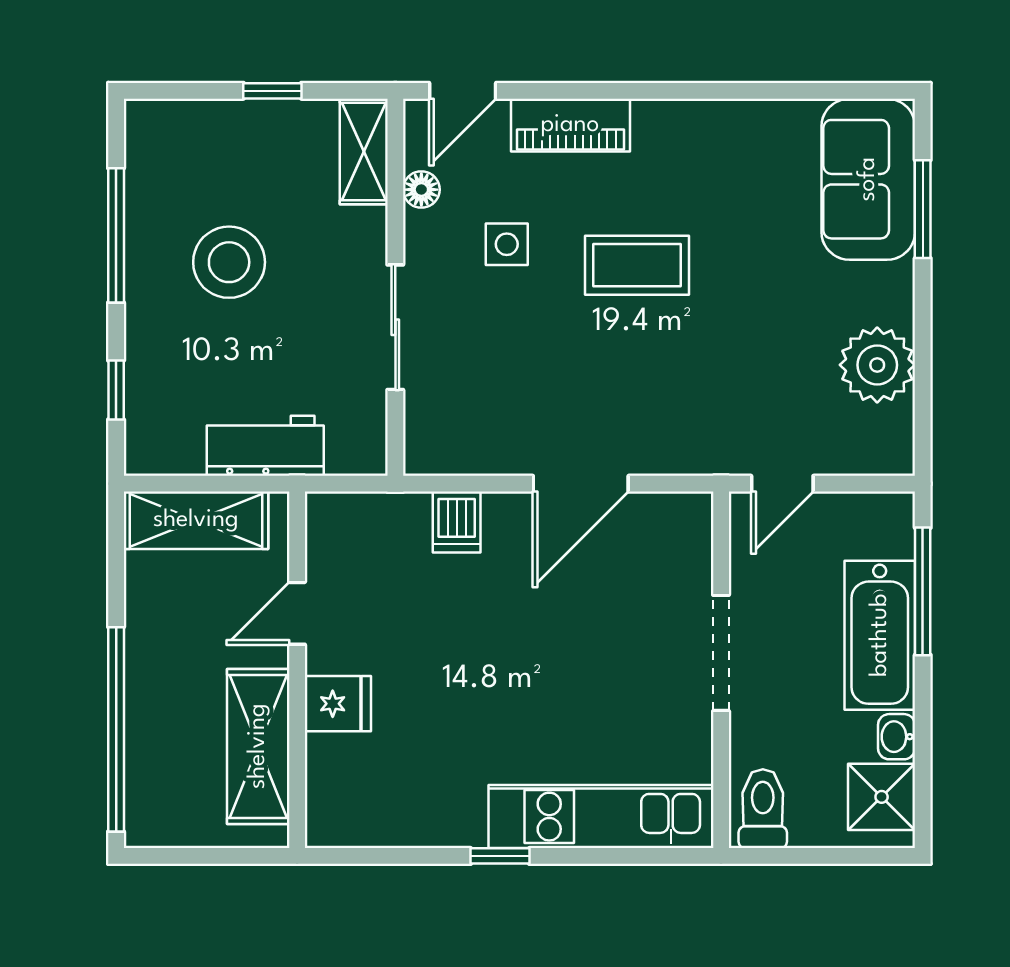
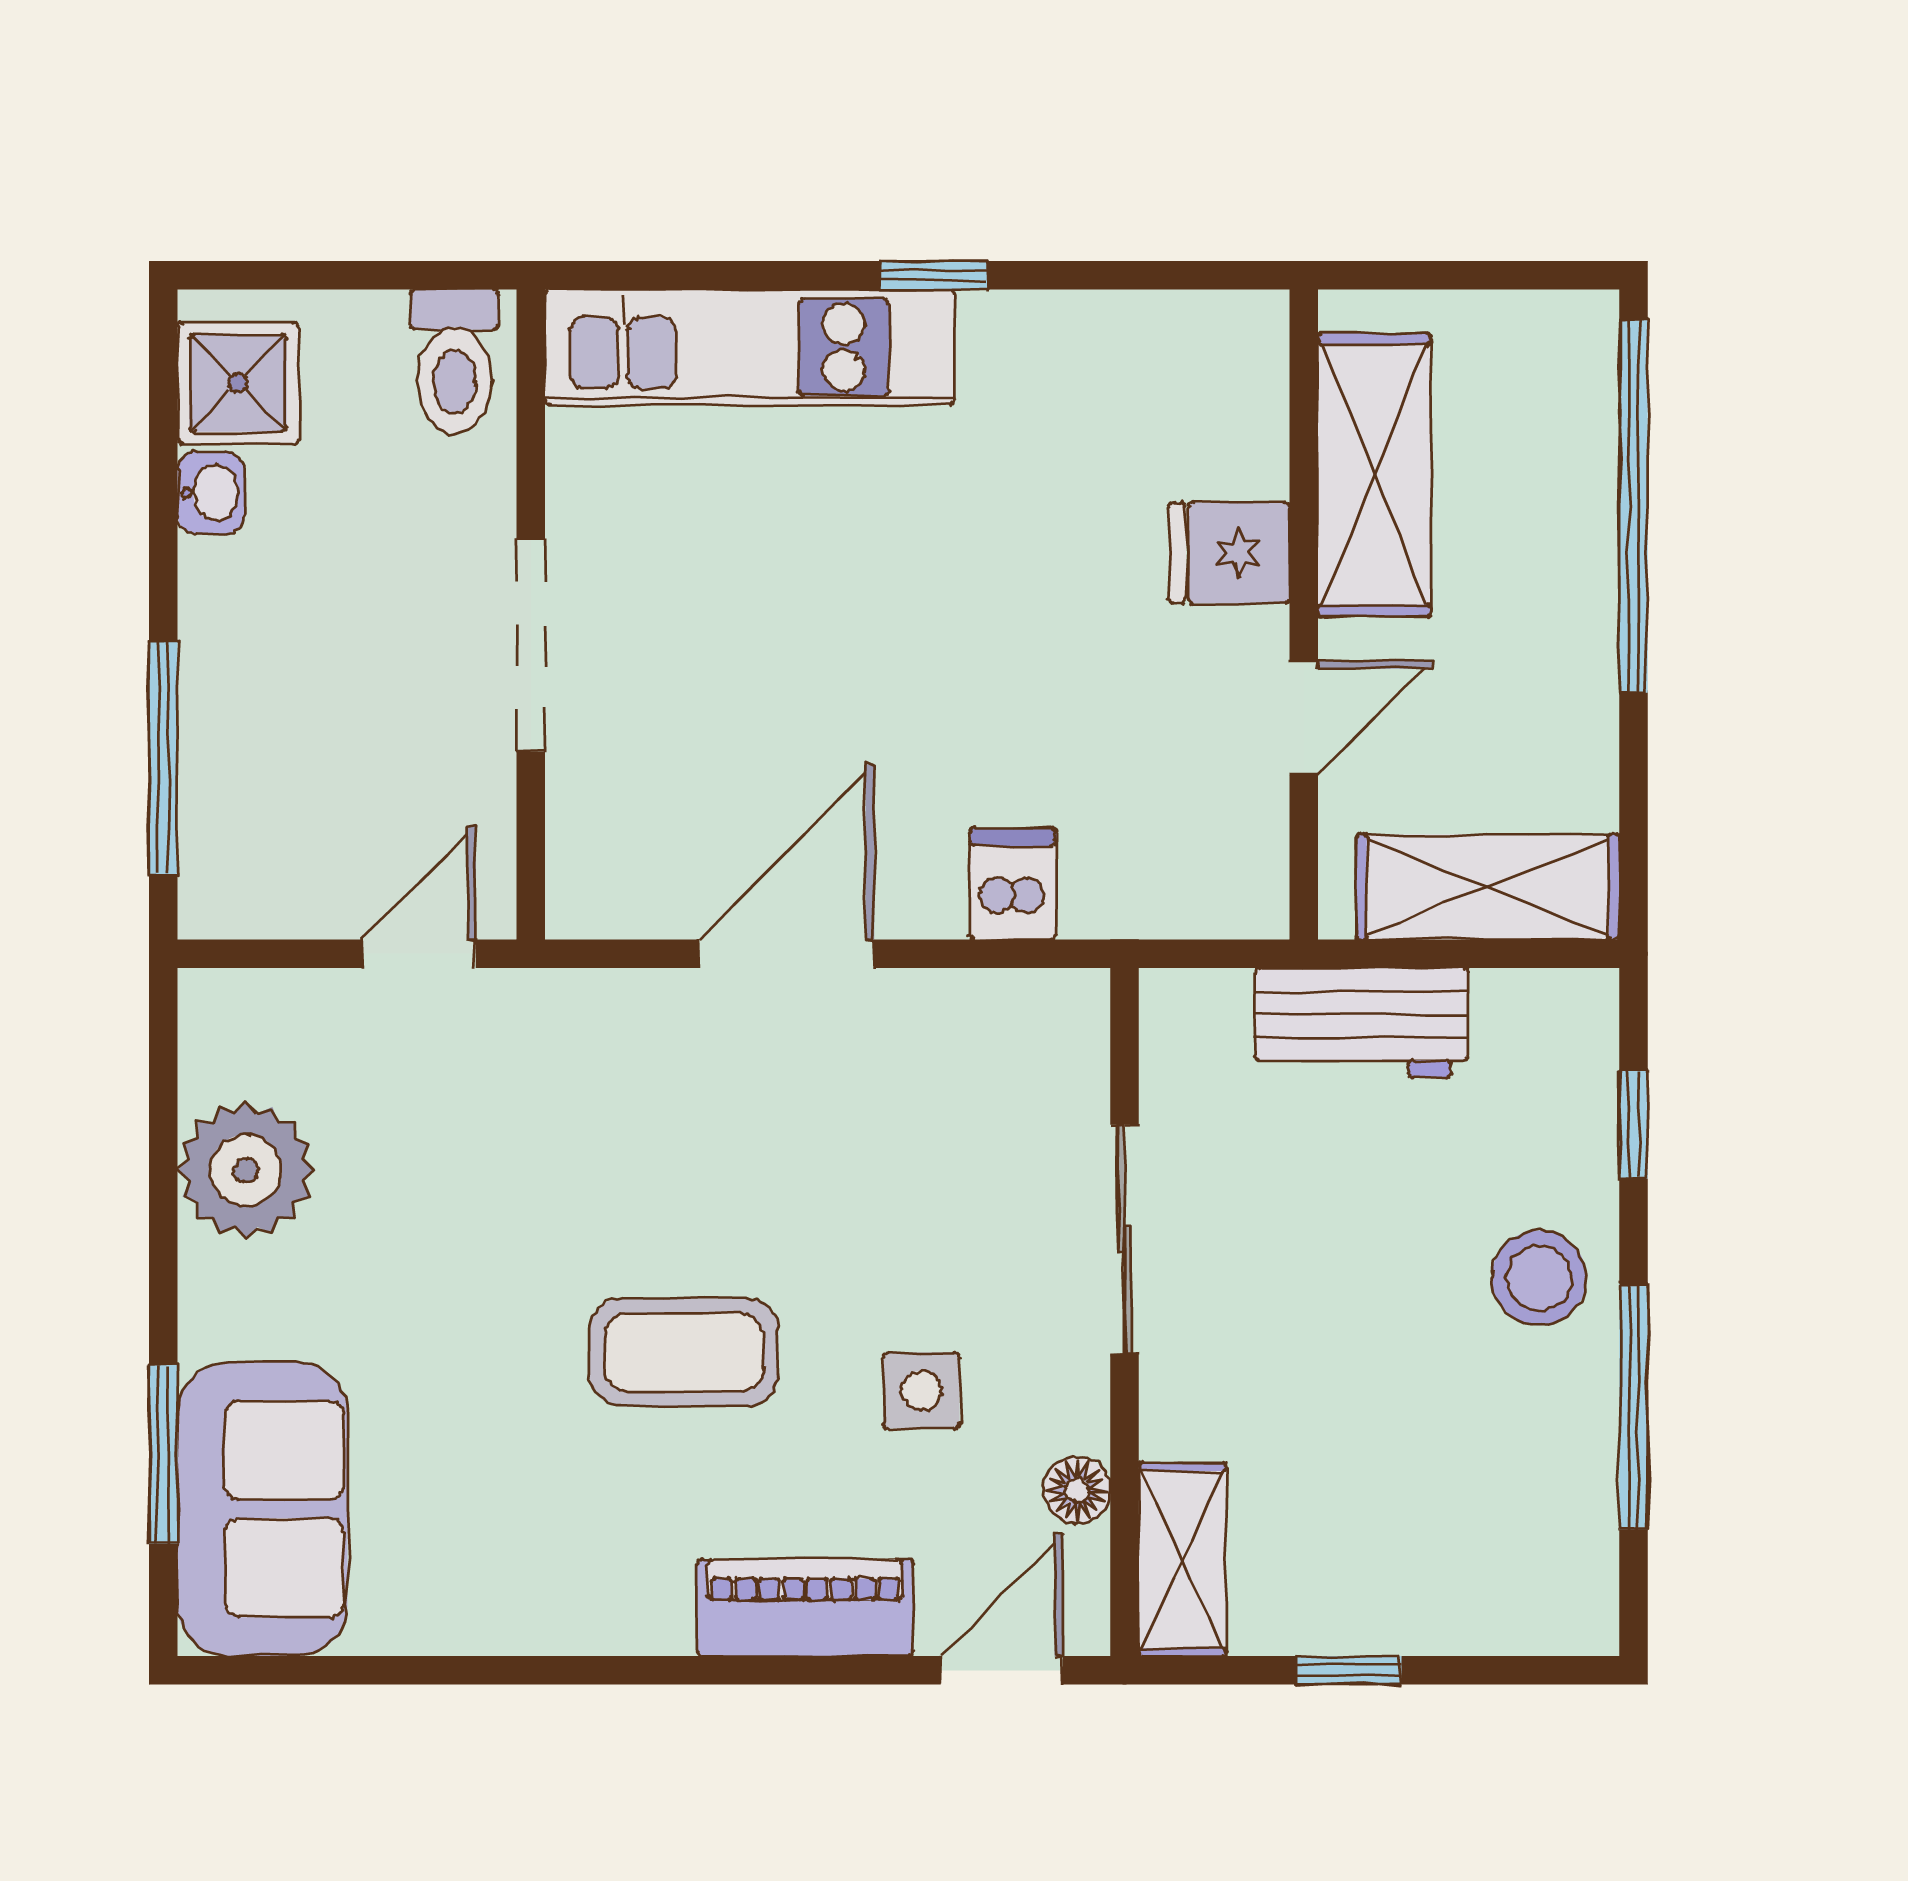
stool: (229, 262) -> (1539, 1278), moved, width x0.73, depth x0.73
bathtub: (880, 635) -> (241, 678), removed

